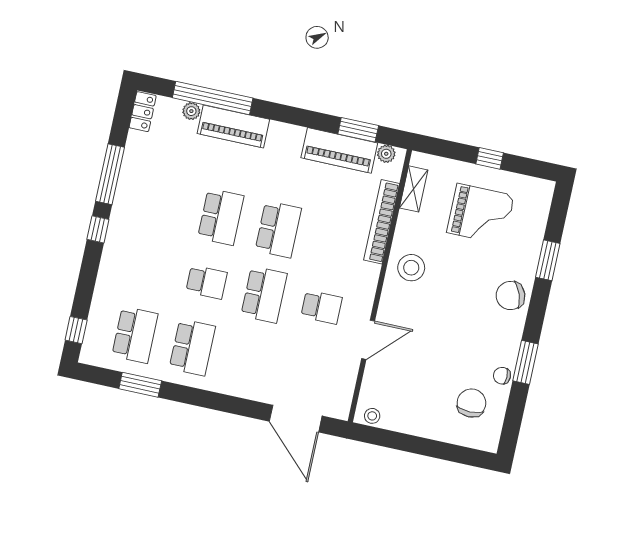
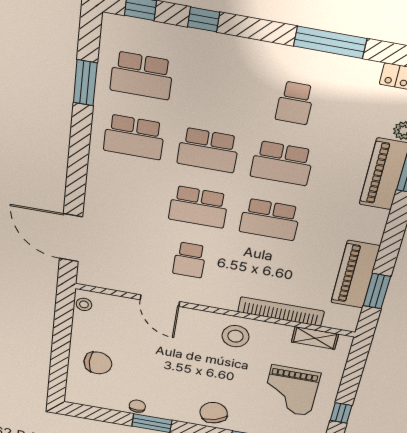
plant: (386, 154) -> (351, 315), removed
window: (490, 158) -> (341, 413), moved
school desk: (163, 204) -> (295, 103), added
window: (98, 229) -> (204, 19), moved
school desk: (207, 282) -> (208, 150), width x1.85
chair: (471, 403) -> (98, 363), moved
door: (296, 419) -> (71, 238), hinge flipped

